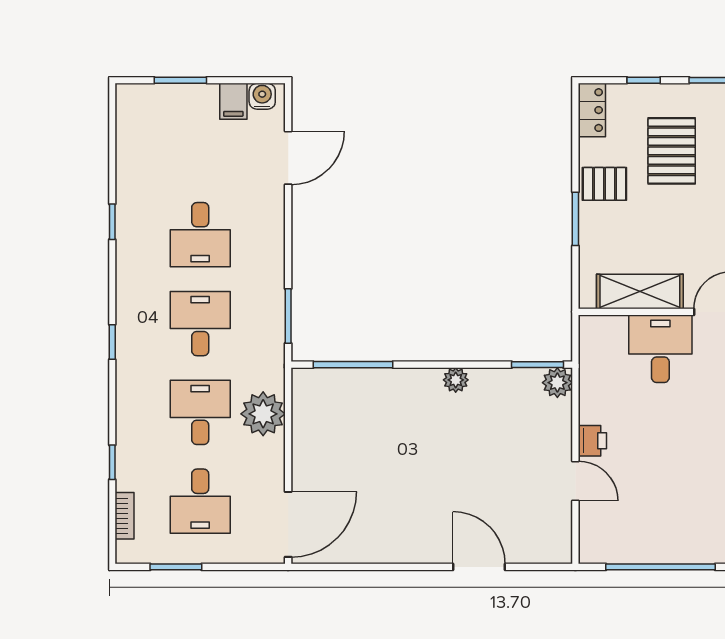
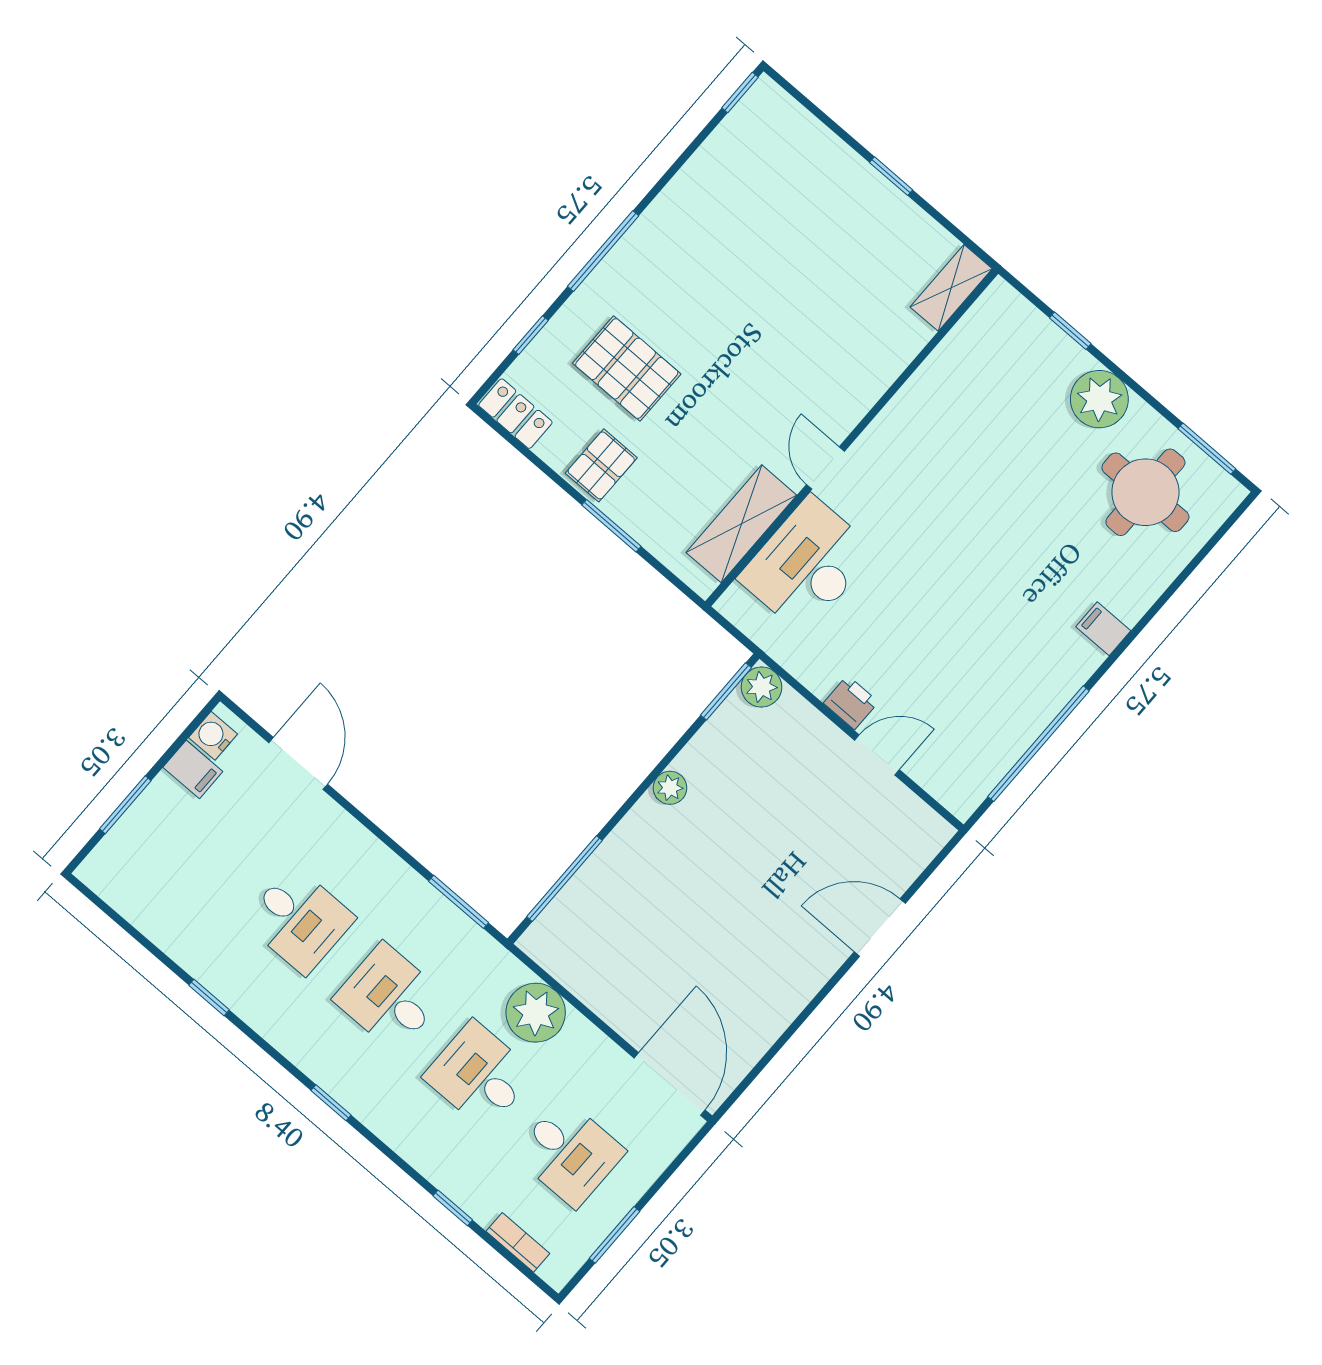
desk: (660, 349) -> (807, 565), width x1.37

